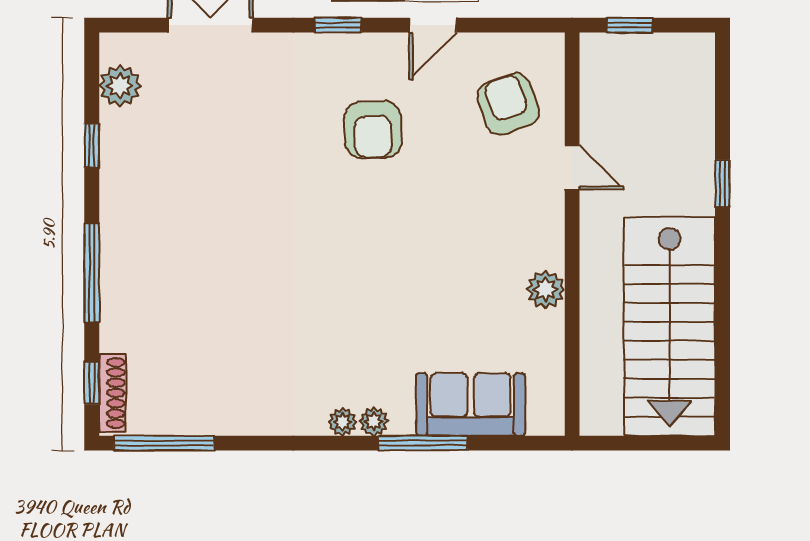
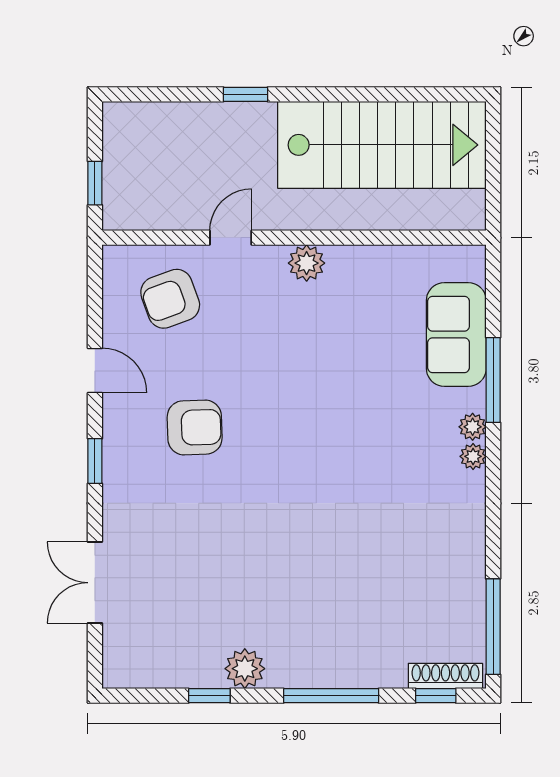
plant: (120, 86) -> (245, 669), moved
plant: (546, 289) -> (307, 263), moved

